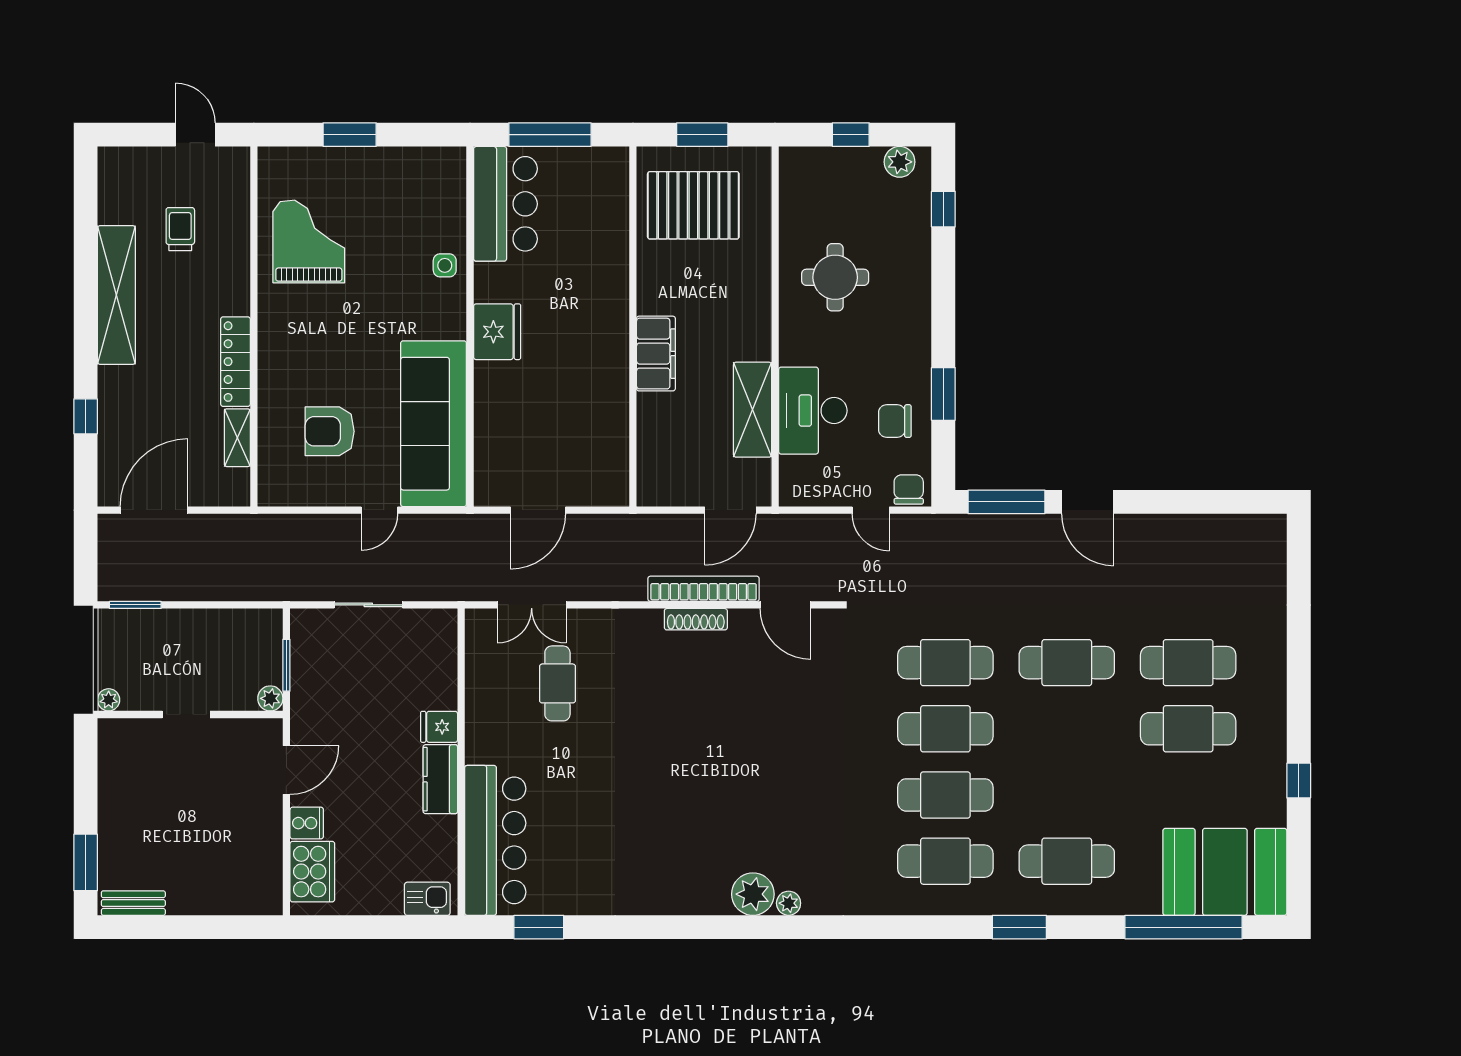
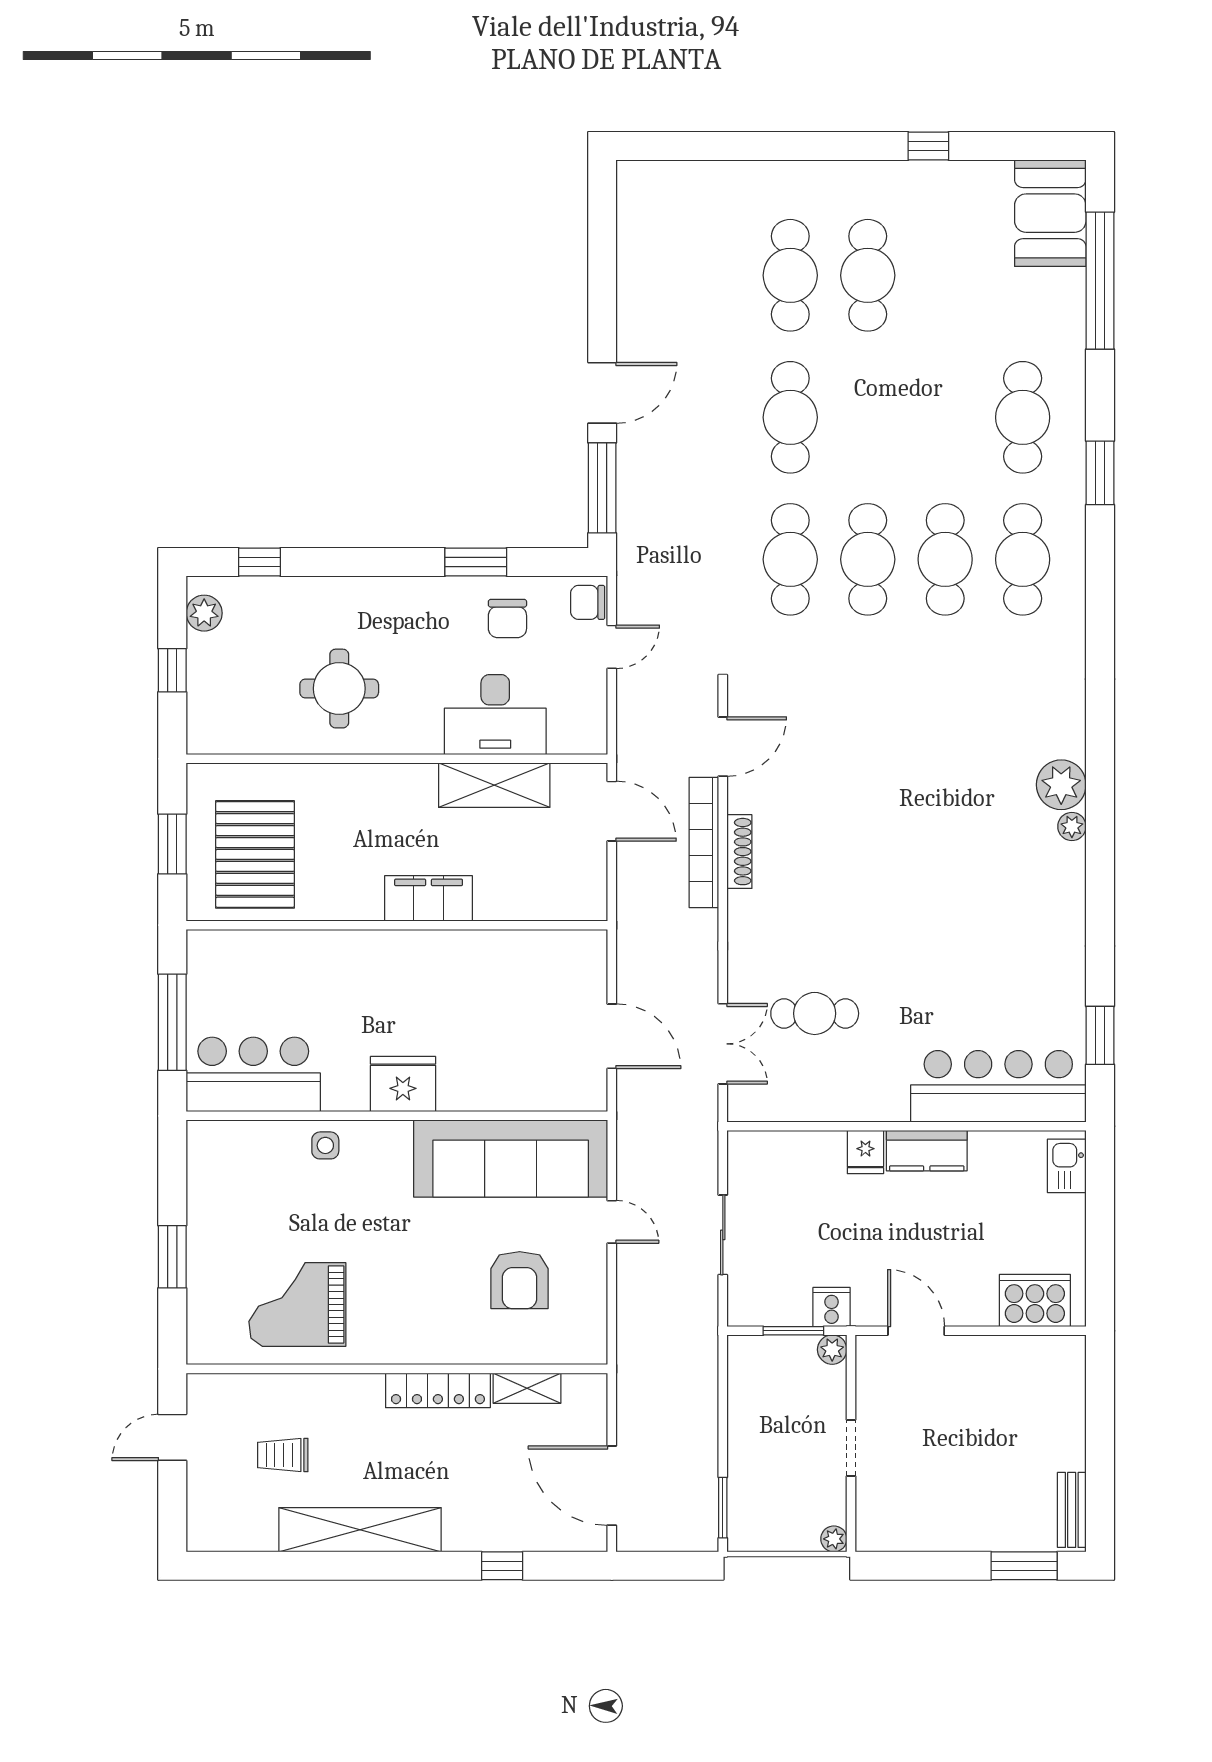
cooker: (307, 823) -> (832, 1307), moved
booth: (1225, 872) -> (1050, 213), width x0.73, depth x0.70
plant: (789, 903) -> (1072, 826), moved

